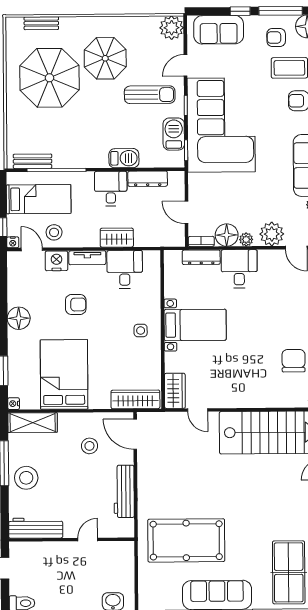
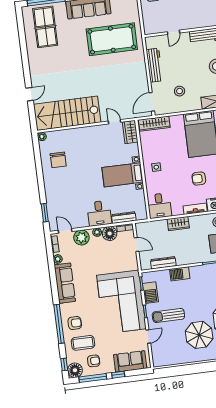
plant: (172, 28) -> (160, 359), removed
desk: (111, 189) -> (186, 254), removed
desk: (125, 269) -> (159, 206), moved
door: (135, 434) -> (152, 102), swing flipped

